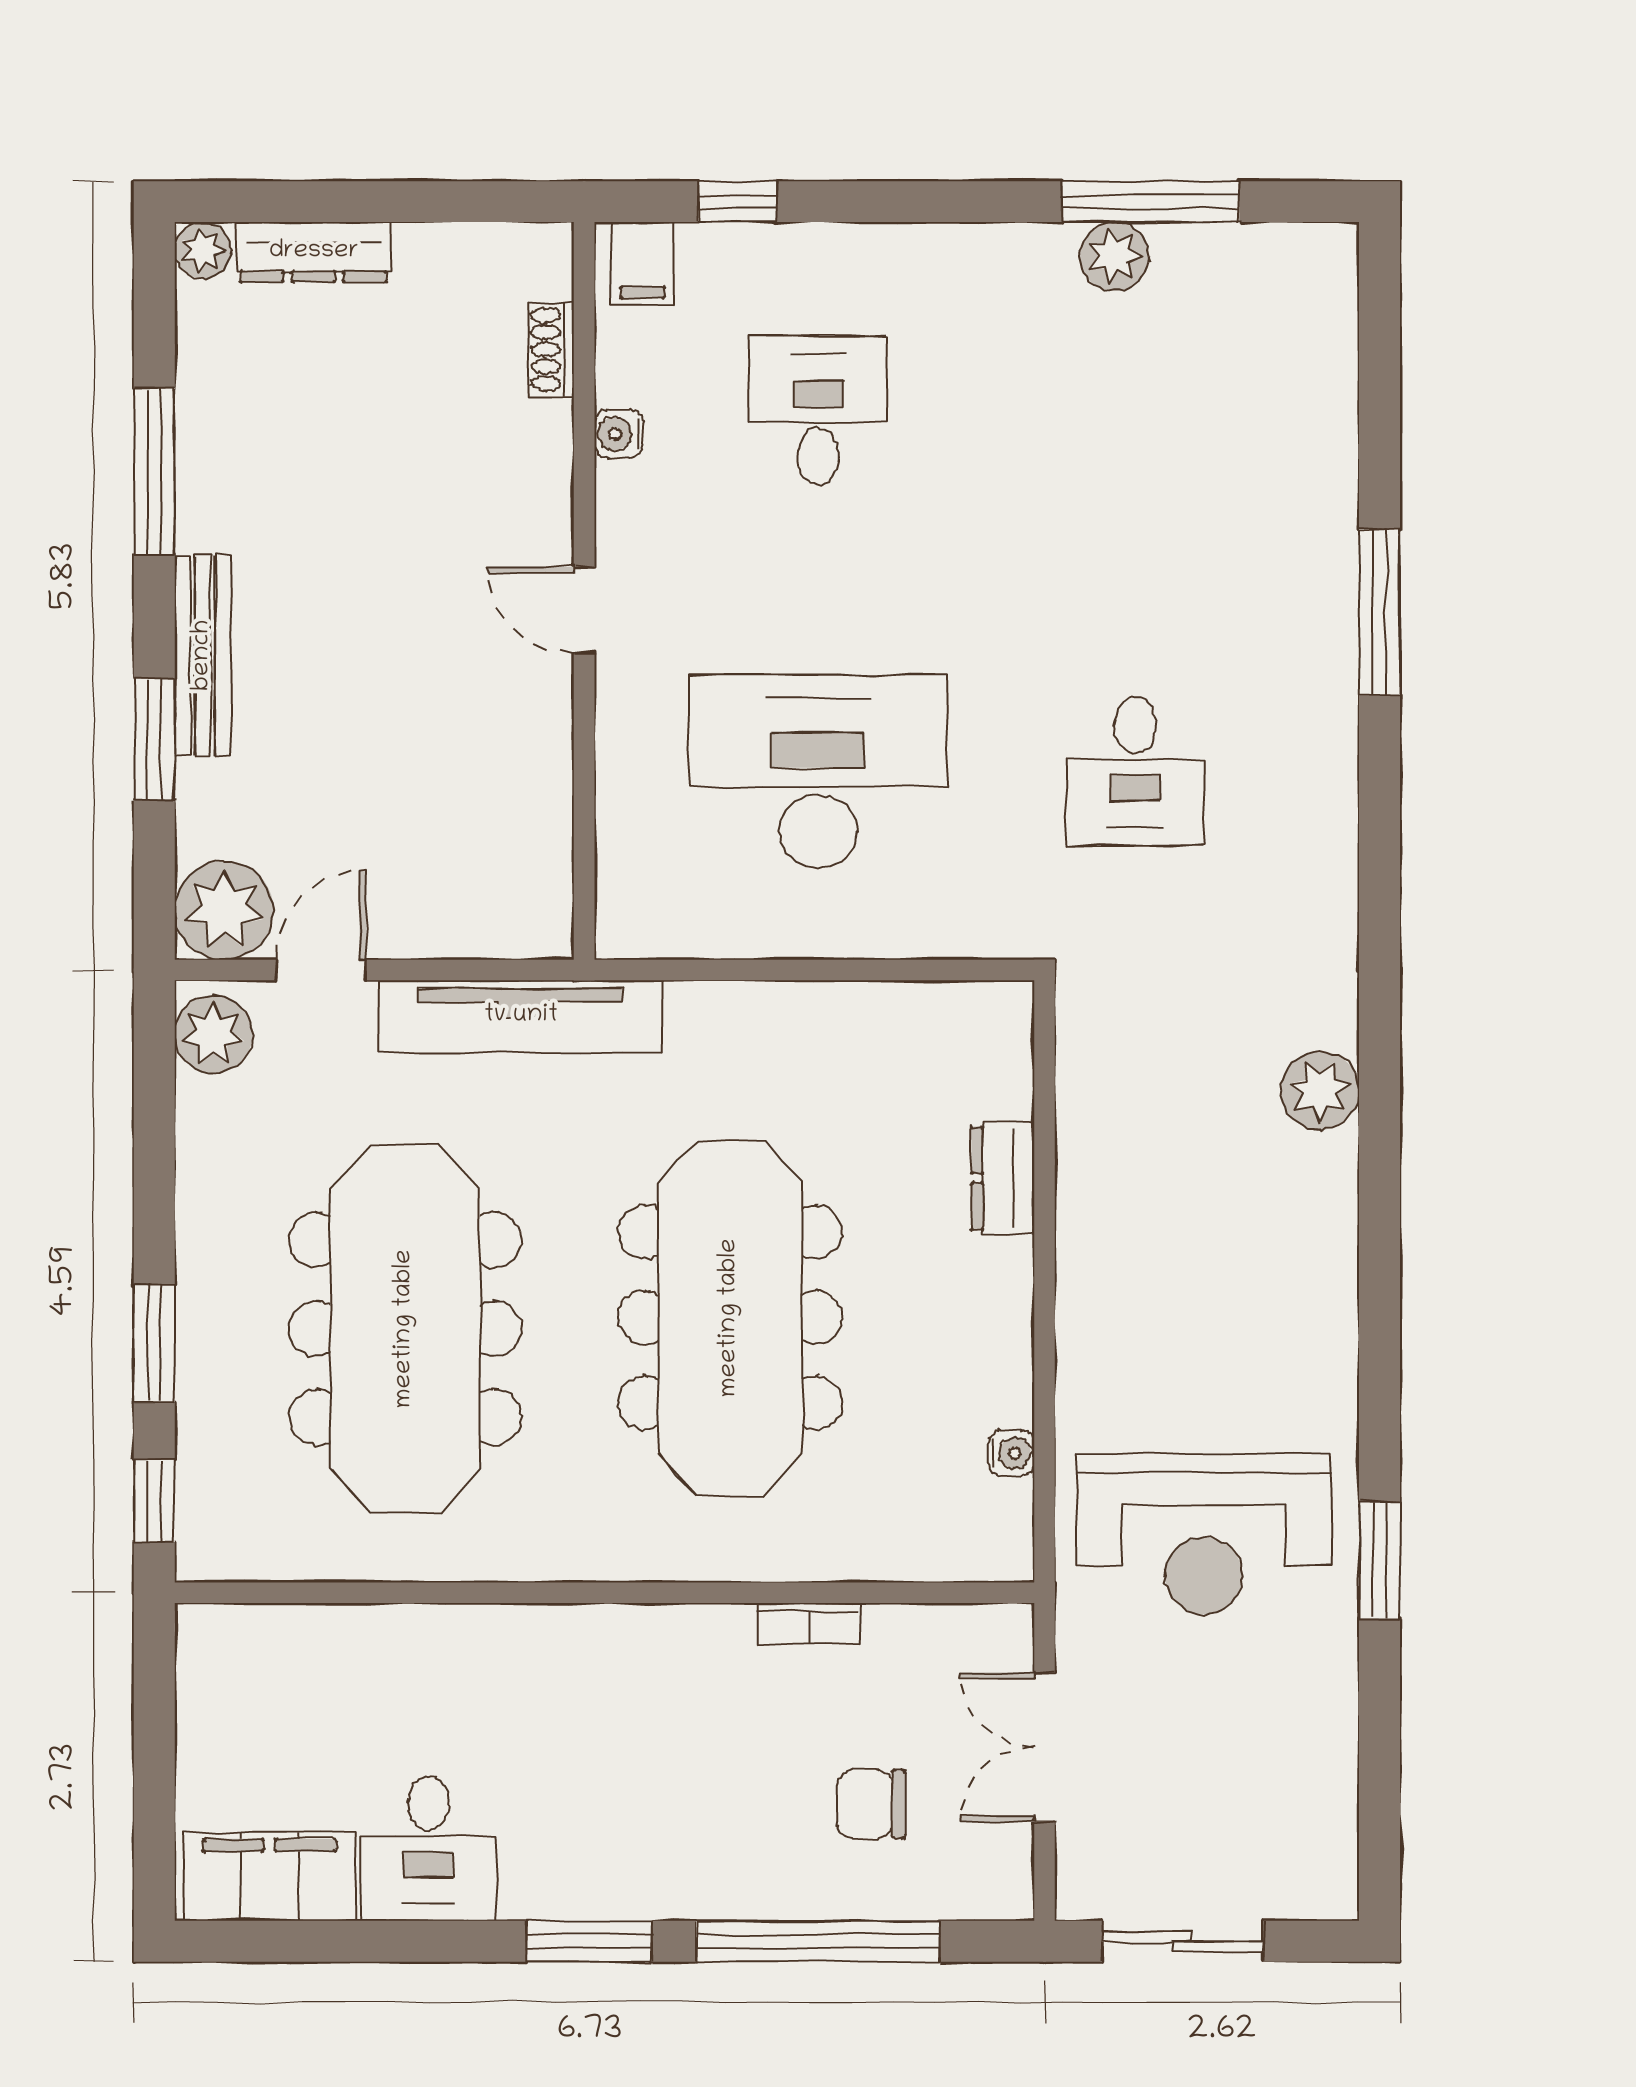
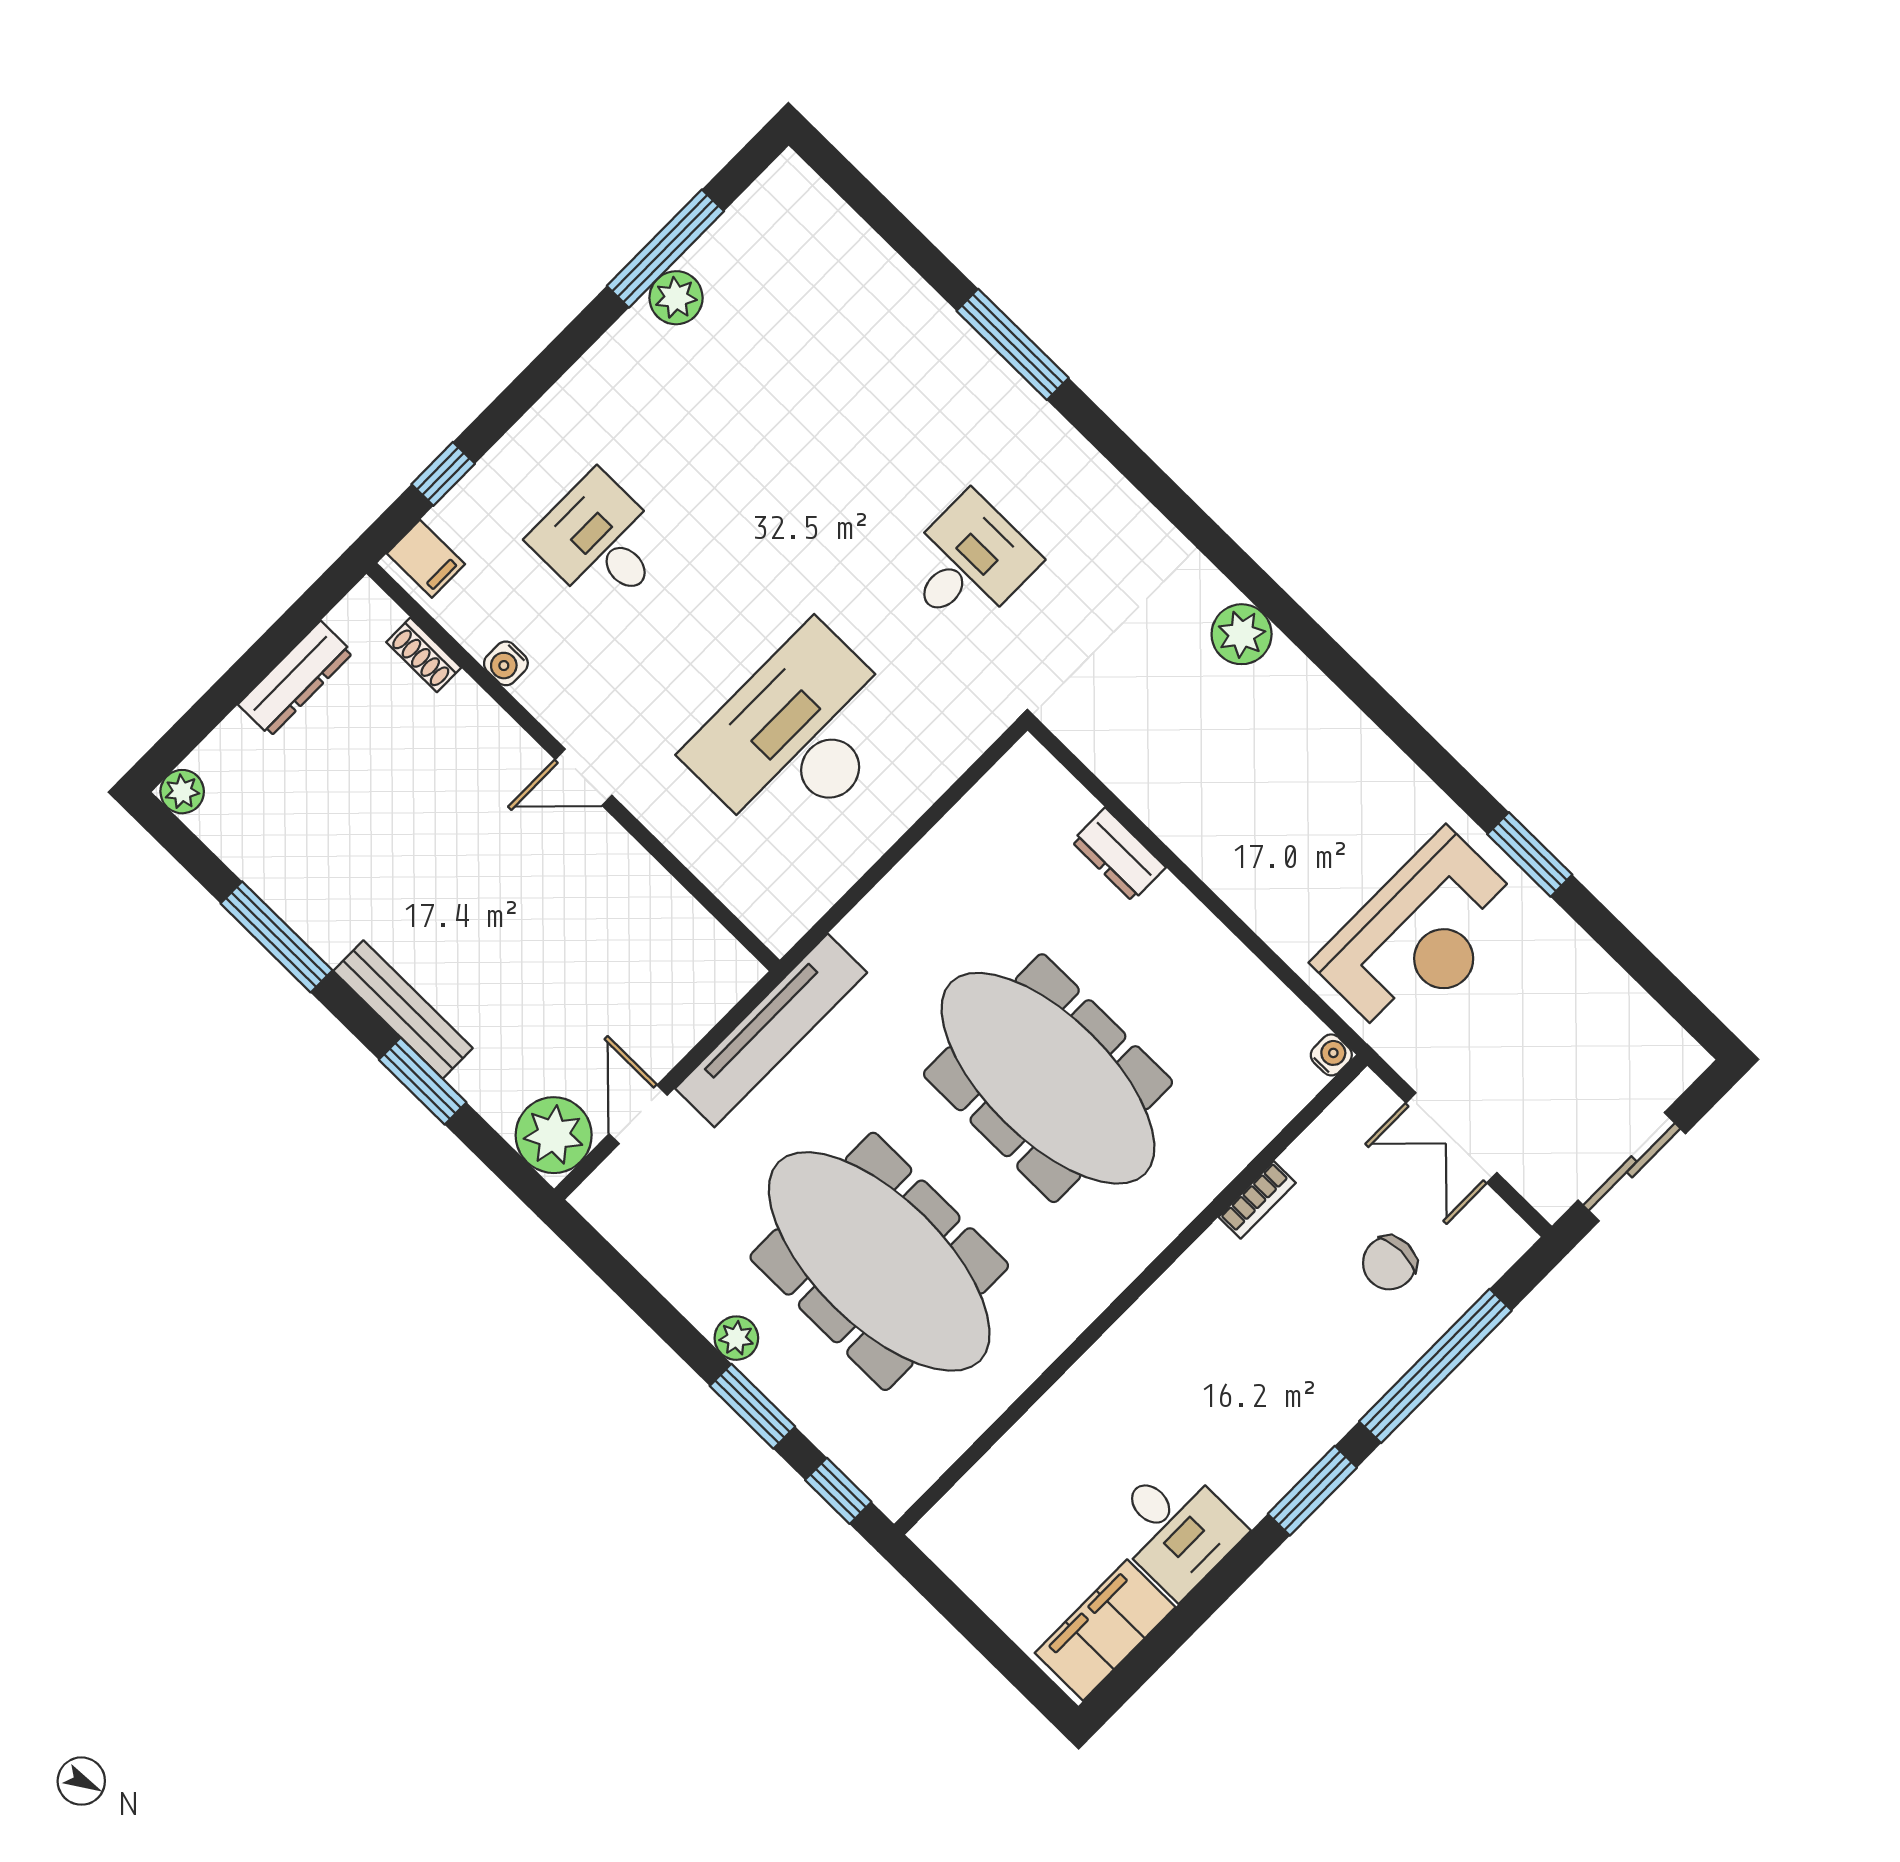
dresser: (314, 252) -> (296, 679), moved
desk: (1135, 771) -> (968, 563), turned -90
plant: (214, 1034) -> (736, 1338), moved, width x0.73, depth x0.73
water cooler: (1011, 1453) -> (1331, 1055), moved

